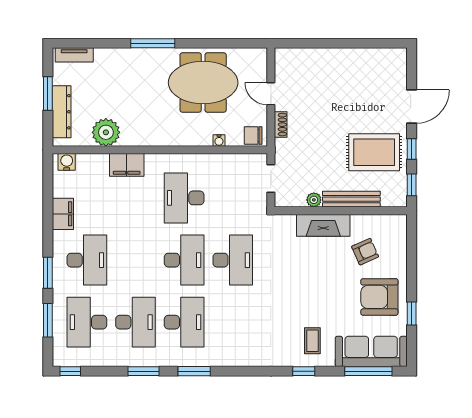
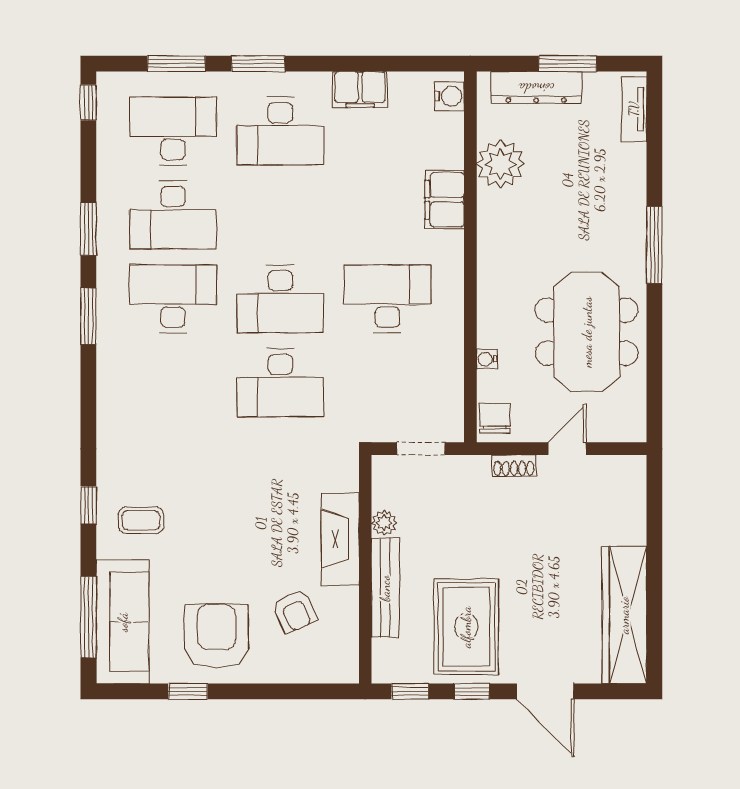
wardrobe: (367, 61) -> (624, 615), added
desk: (184, 322) -> (173, 299), turned 180

